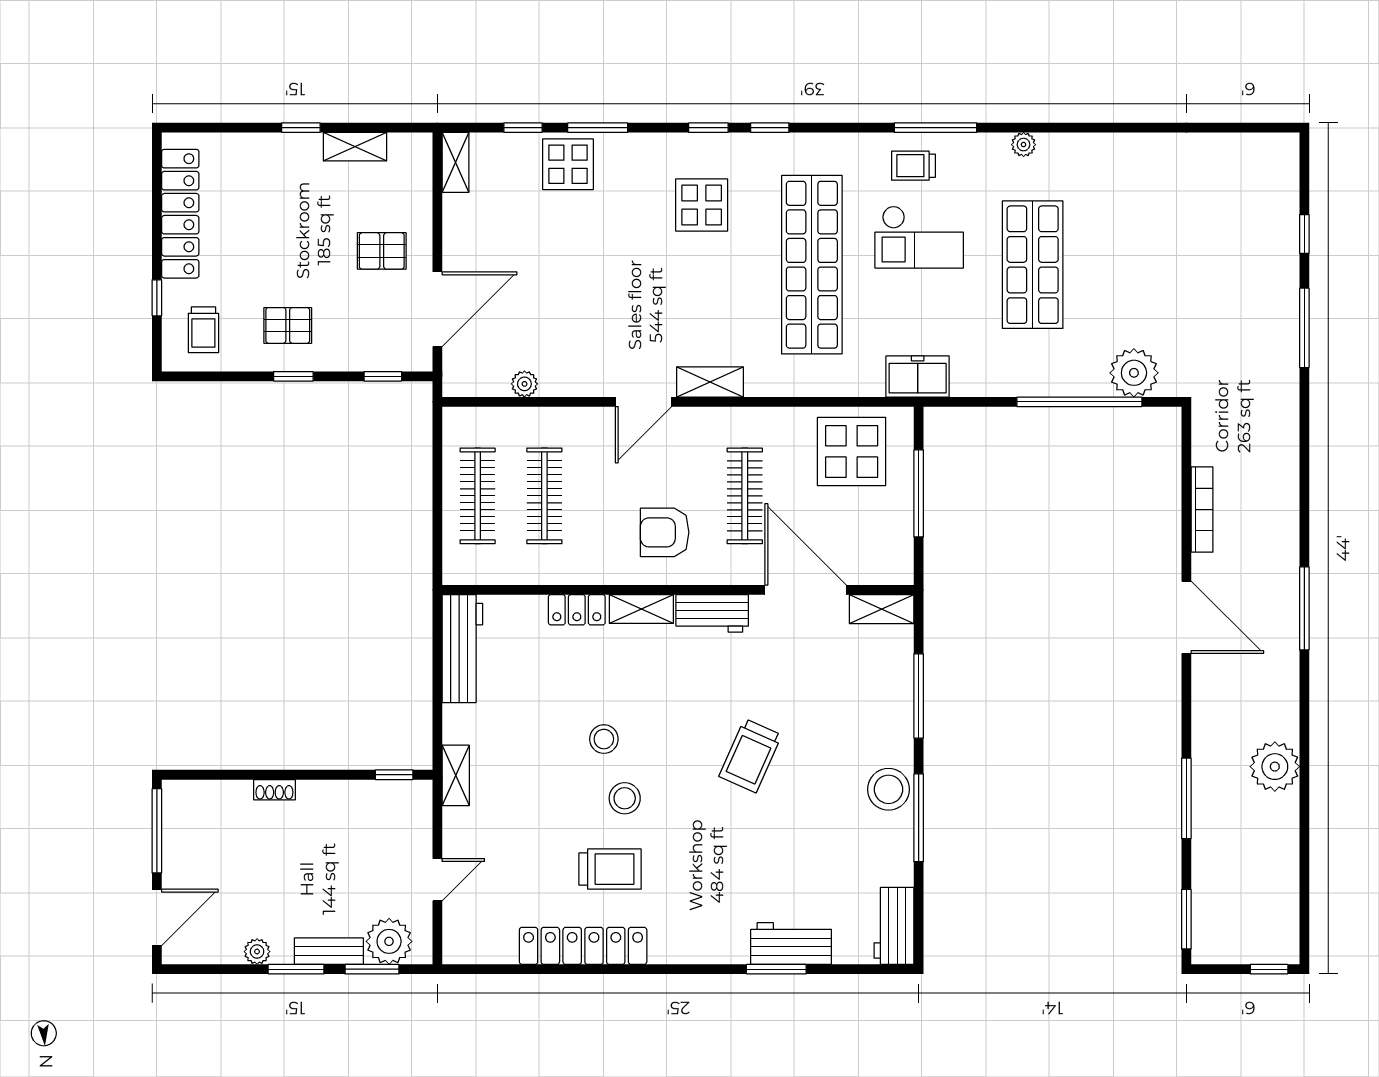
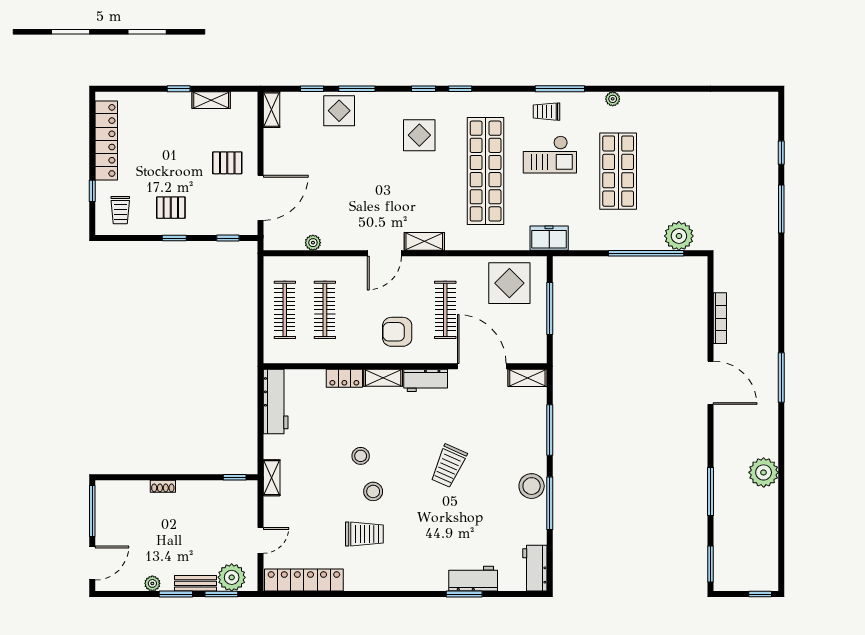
locker: (583, 946) -> (304, 580), moved

